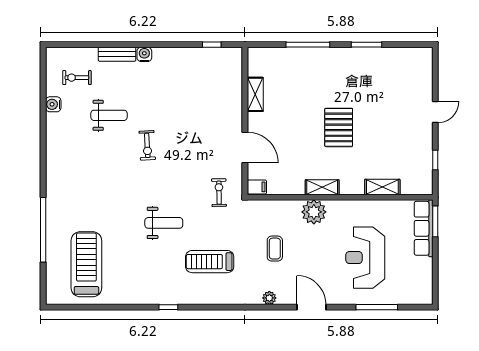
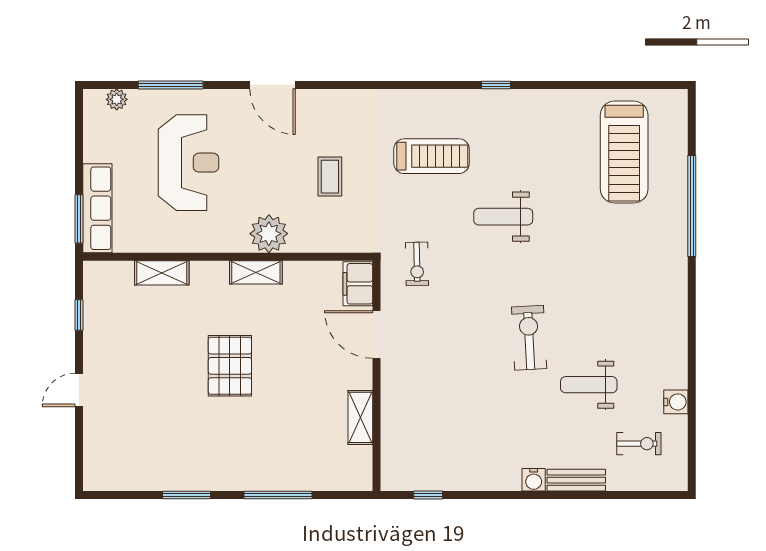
exercise bike: (147, 145) -> (529, 338), width x1.38, depth x1.39
filing cabinet: (257, 187) -> (358, 284), width x2.00
plant: (269, 298) -> (117, 99), moved

